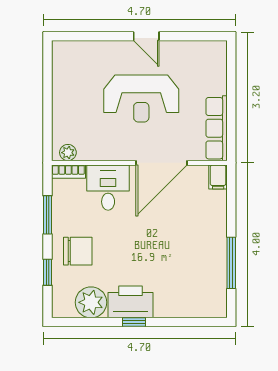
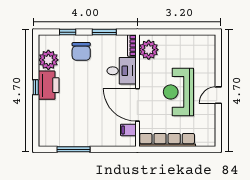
row of seats: (217, 128) -> (167, 140), width x1.36
plant: (68, 153) -> (149, 50), width x1.87, depth x1.87
filing cabinet: (218, 177) -> (128, 130), moved

